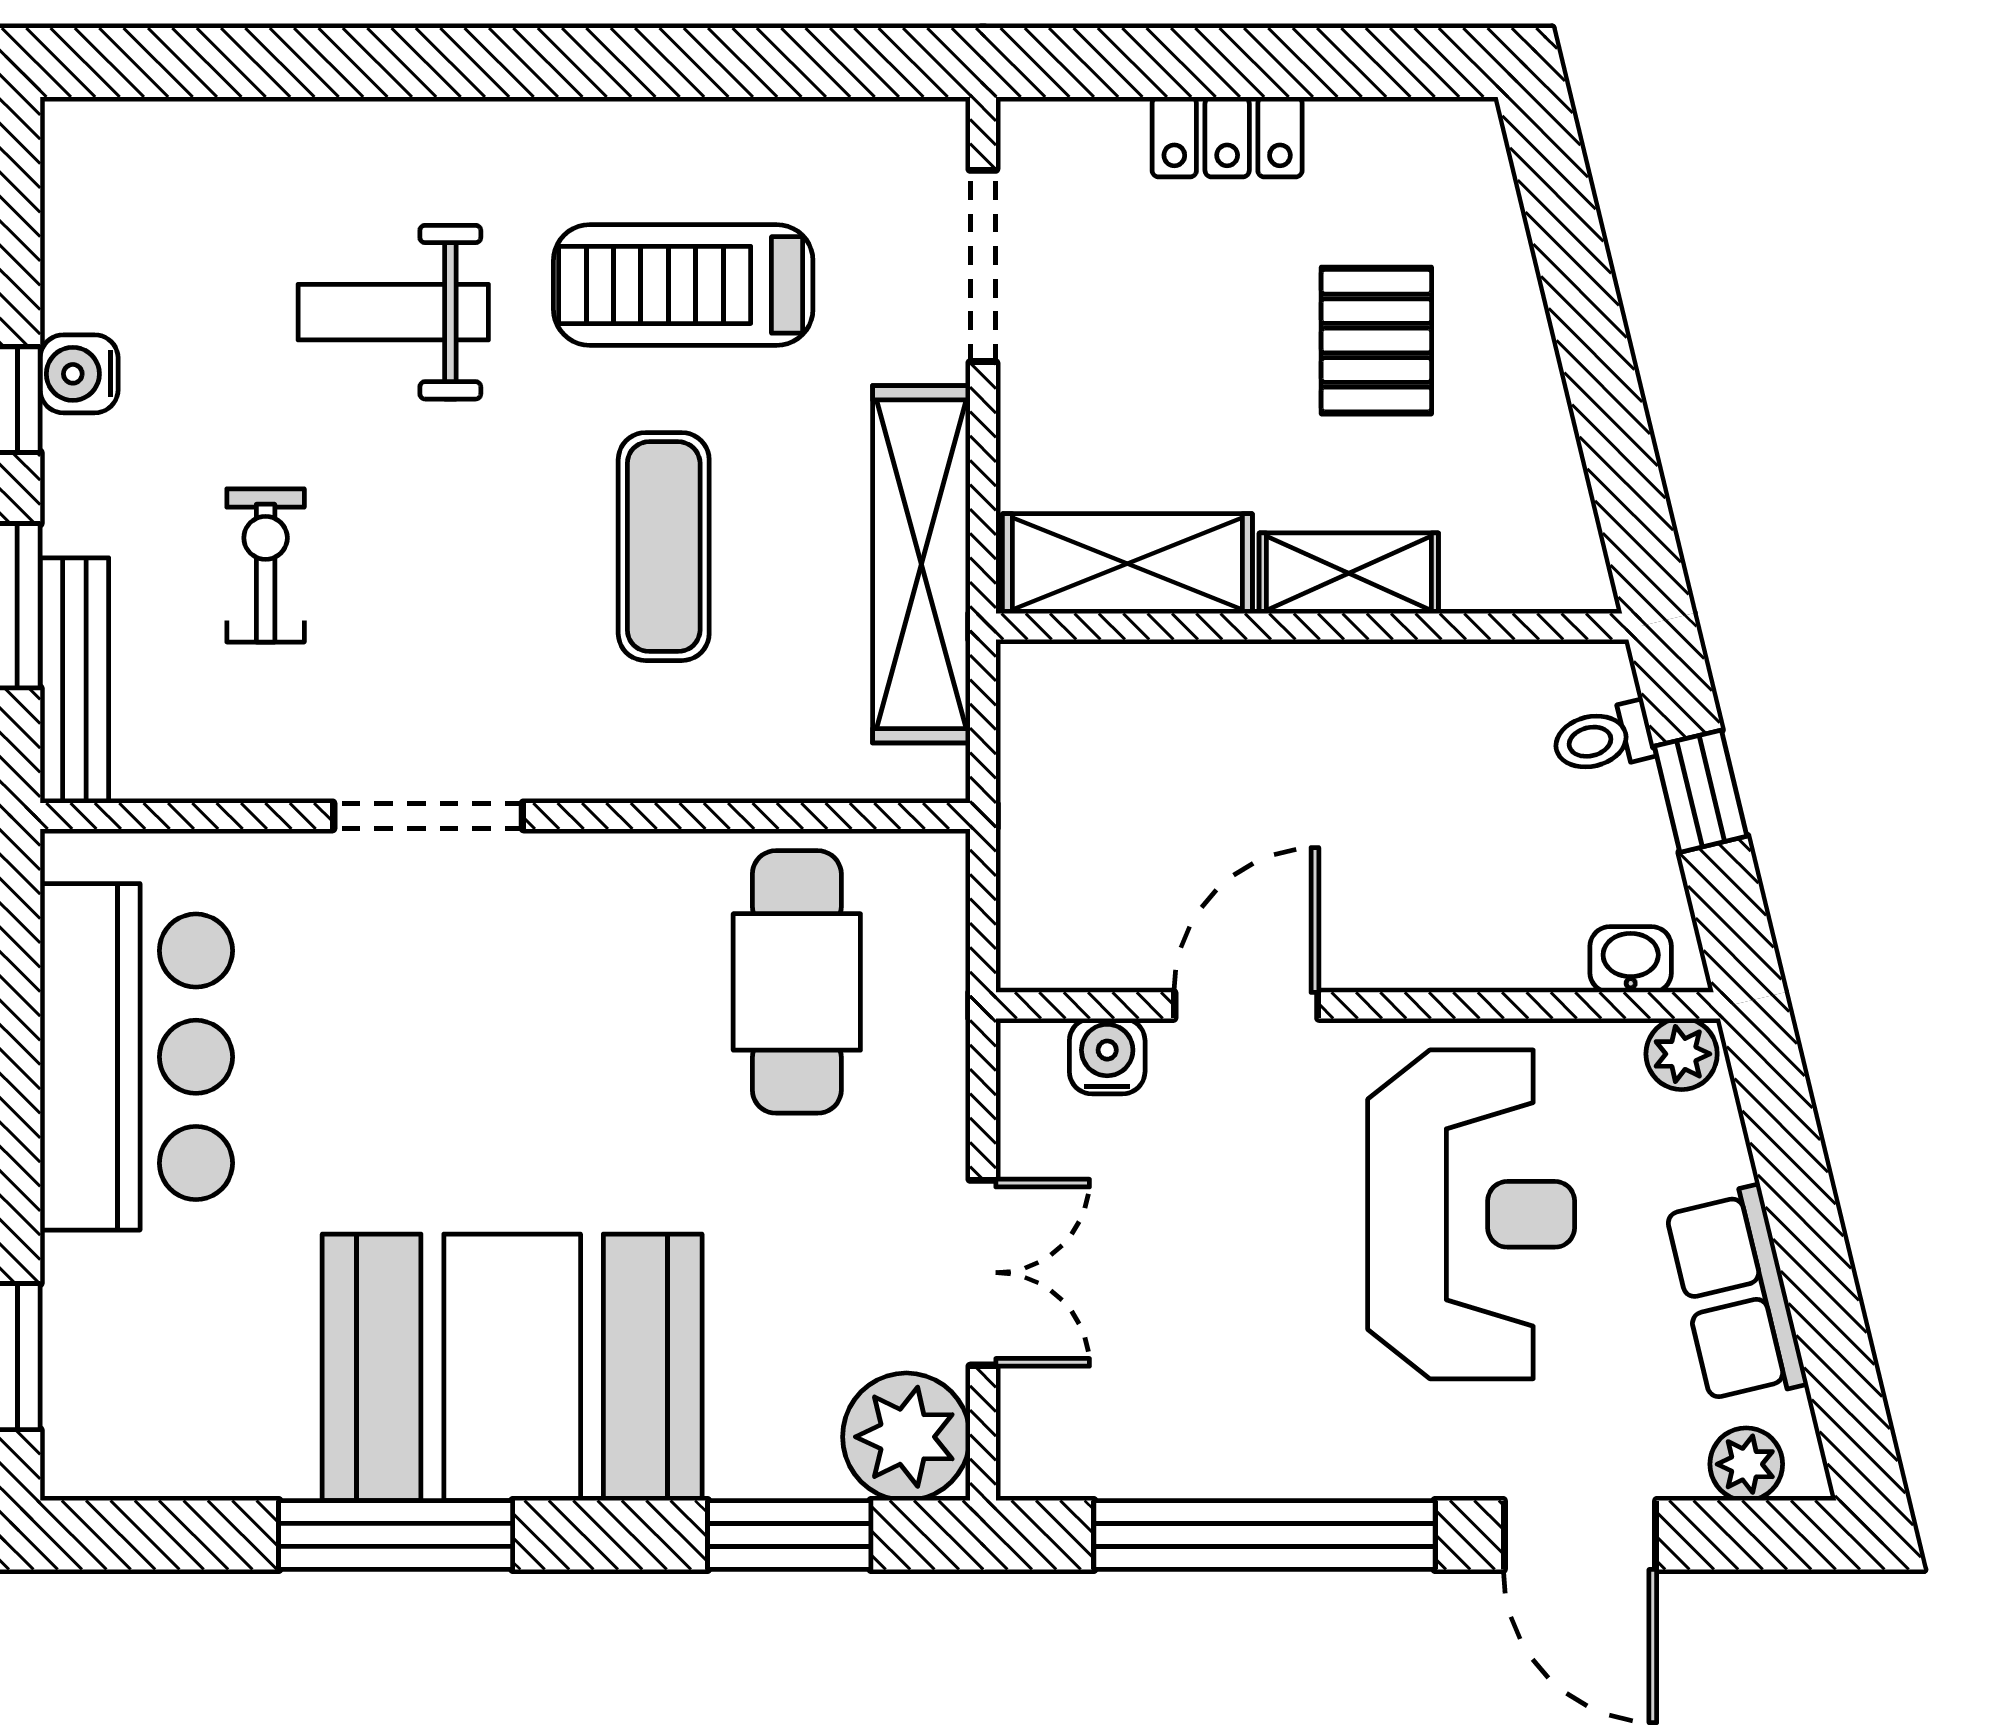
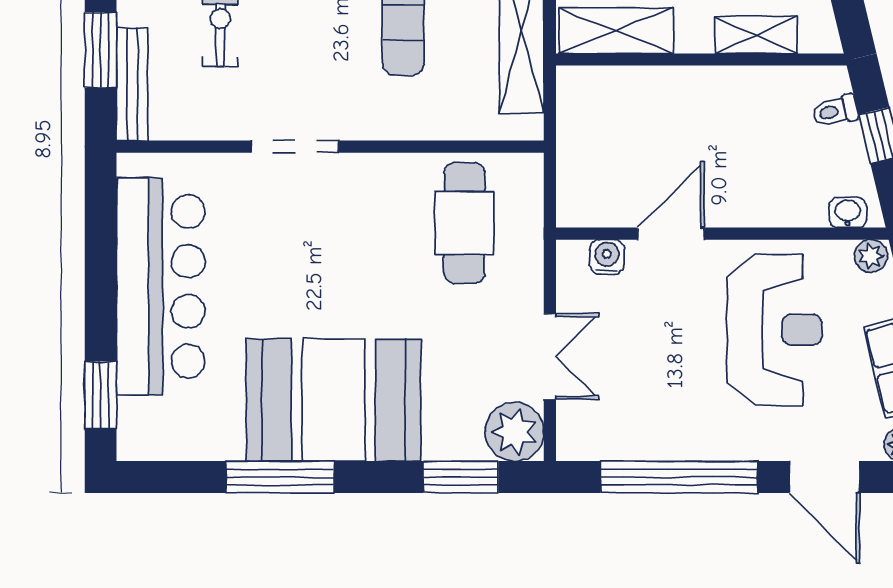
shelving: (1349, 573) -> (756, 35), moved
bar counter: (136, 1057) -> (161, 286), width x1.36

